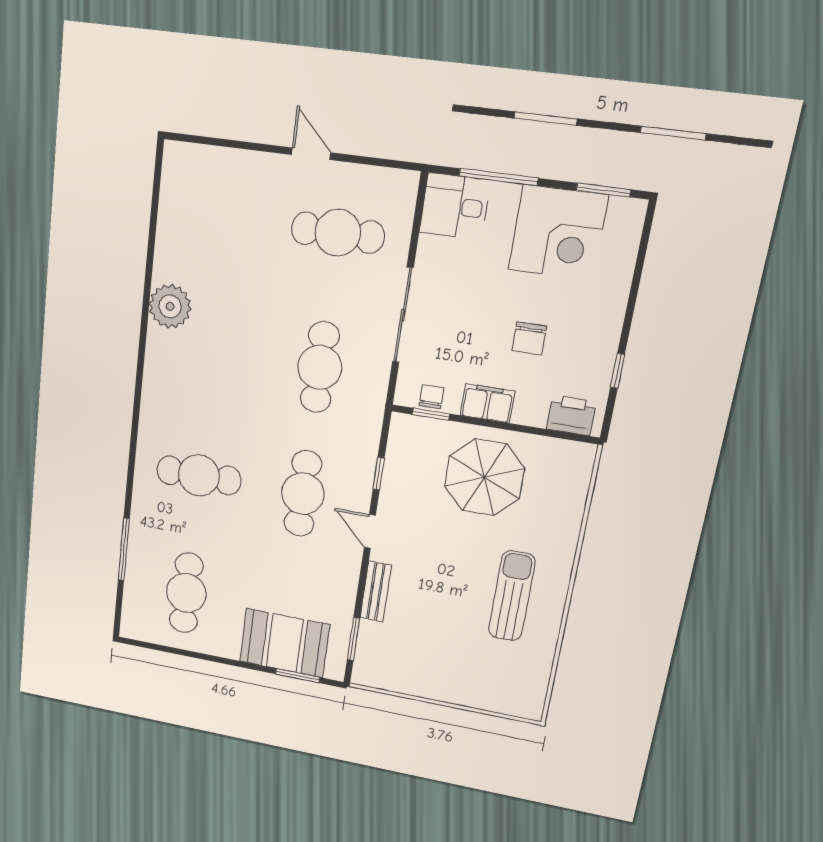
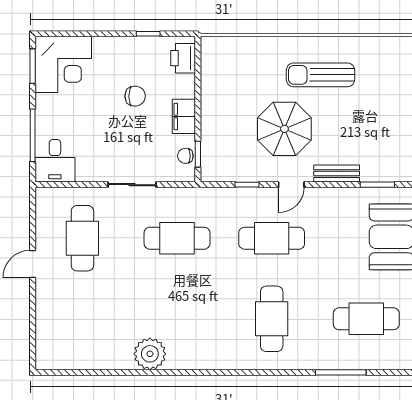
corner desk: (558, 233) -> (63, 64), moved, turned 90
sliding door: (403, 315) -> (132, 185), width x0.73
parasol: (484, 477) -> (284, 129), moved

